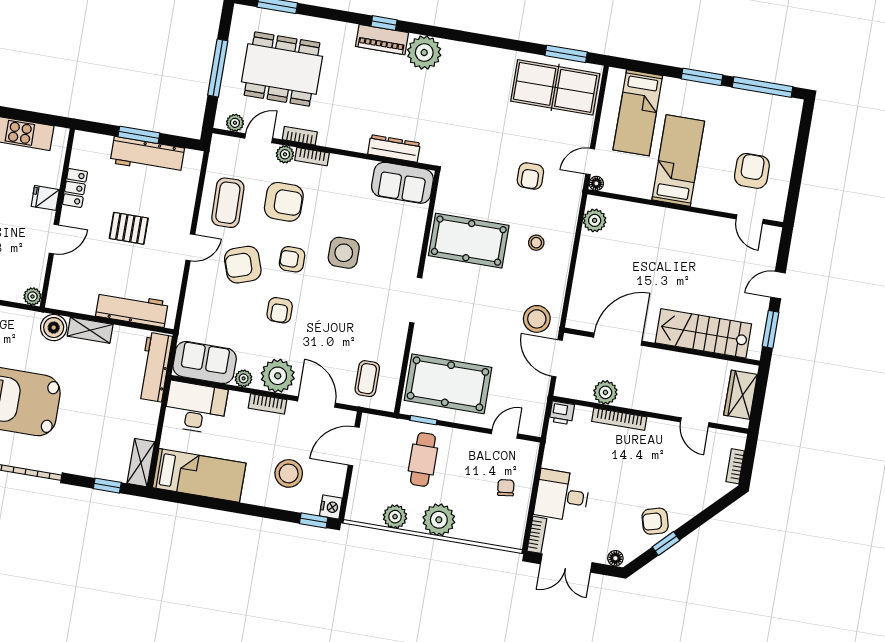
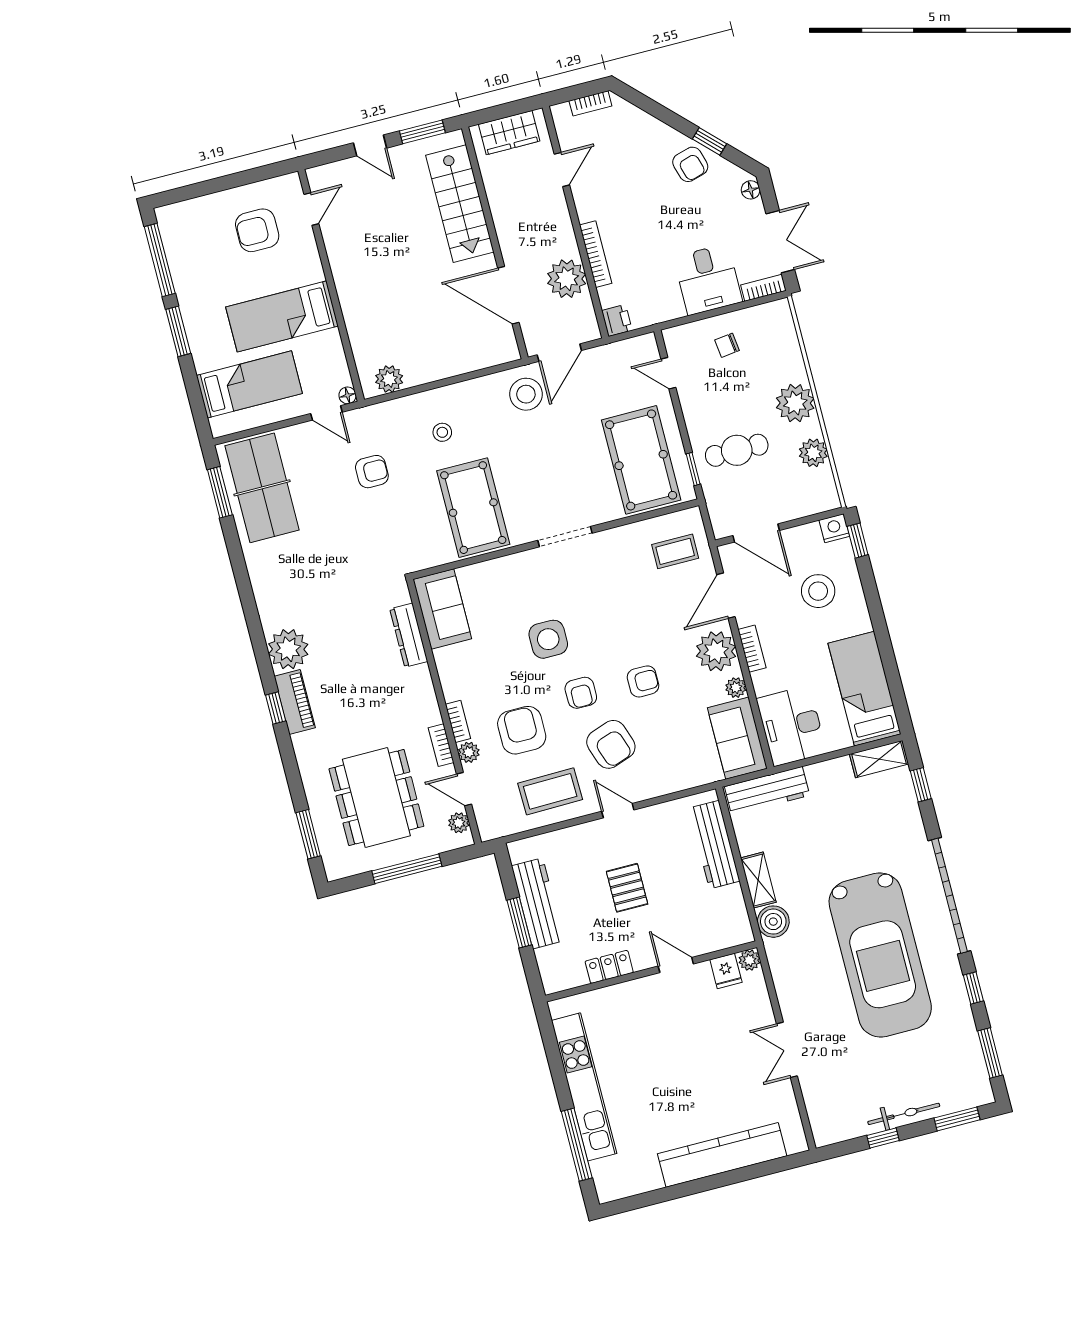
fridge: (45, 198) -> (726, 971), moved
plant: (605, 392) -> (567, 279), width x1.36, depth x1.36

